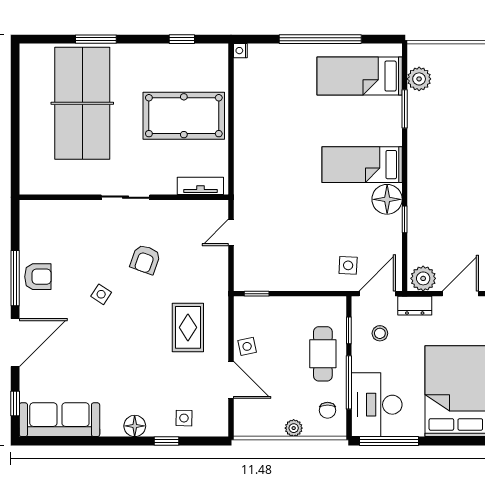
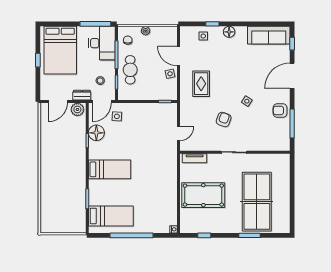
plant: (419, 79) -> (80, 214), removed
floor lamp: (387, 199) -> (96, 133), moved
window: (15, 278) -> (292, 123), moved

